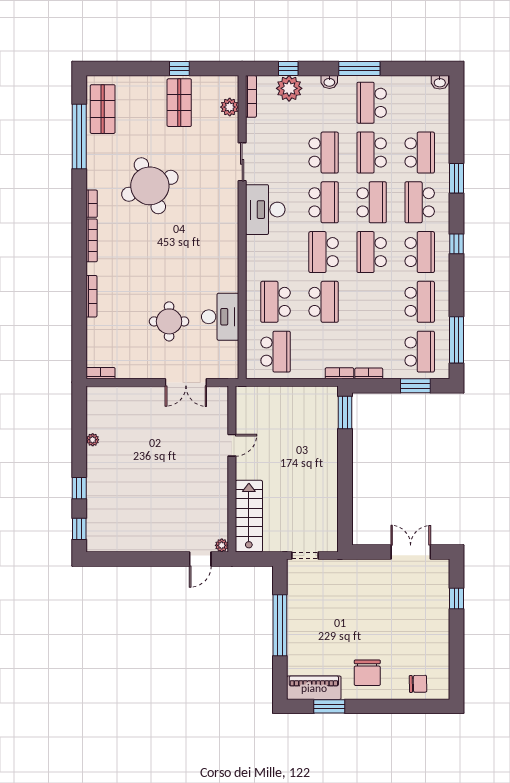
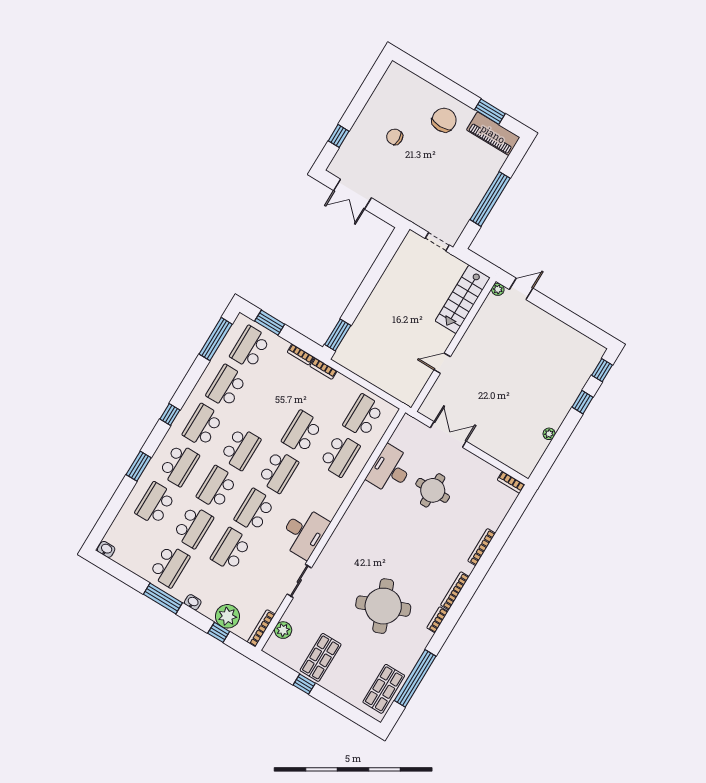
chair: (418, 684) -> (395, 137), moved

